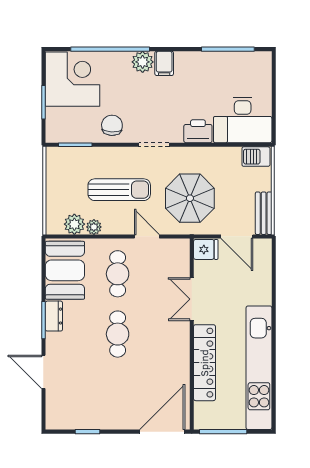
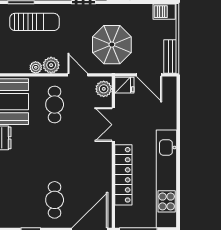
sun lounger: (119, 190) -> (34, 22), moved
plant: (74, 224) -> (51, 65), moved
plant: (180, 254) -> (104, 89), added
cafe table: (118, 334) -> (55, 200), moved

